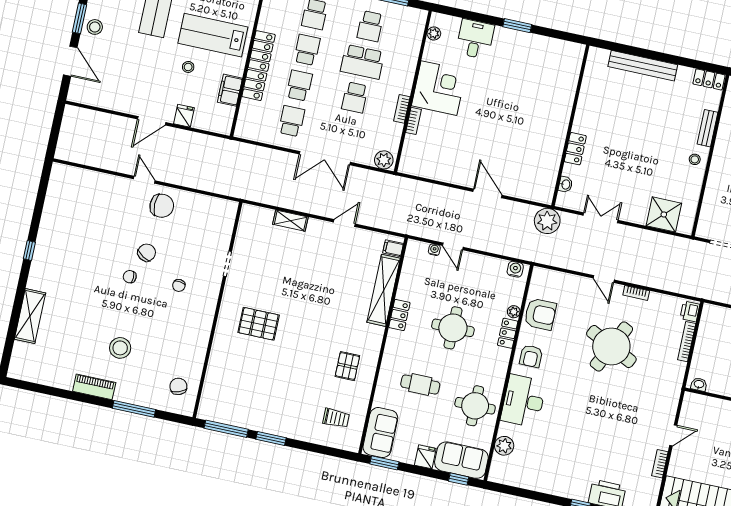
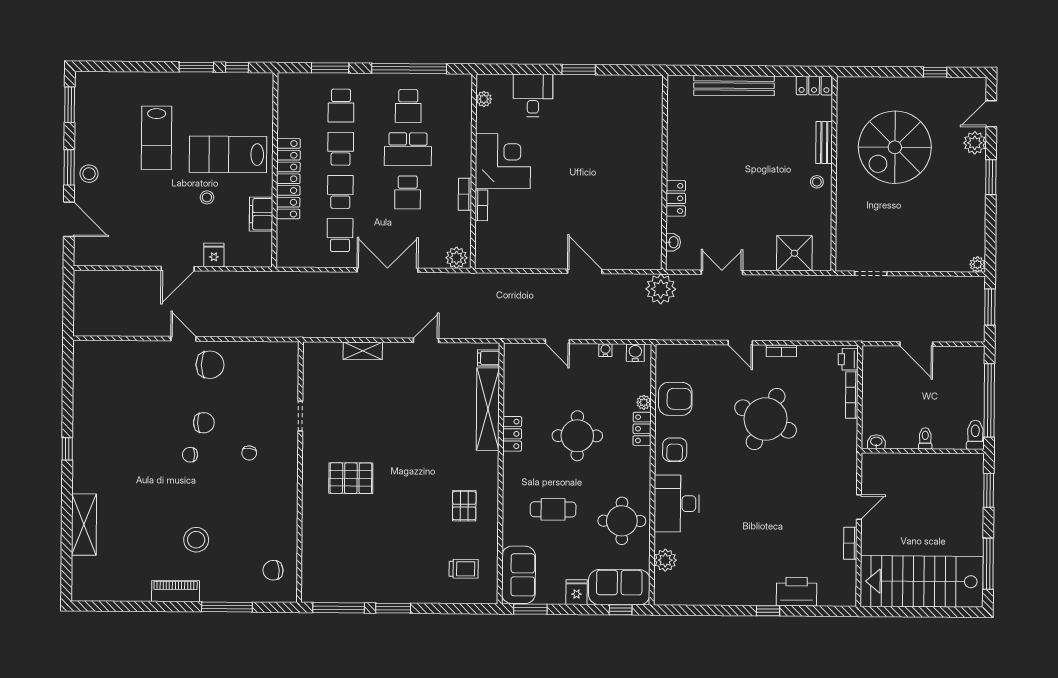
double door: (325, 158) -> (387, 270), swing flipped
water cooler: (434, 250) -> (605, 350), moved
chair: (147, 253) -> (204, 423), turned 58
chair: (178, 386) -> (273, 570), turned -74

